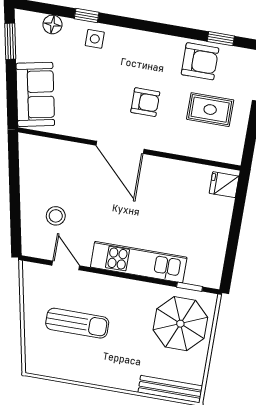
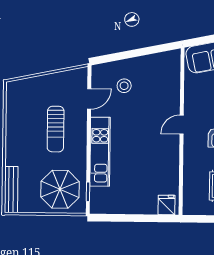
door: (120, 147) -> (182, 125), width x0.53
sun lounger: (77, 323) -> (56, 129), moved

